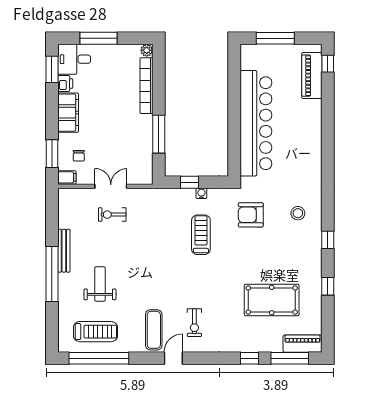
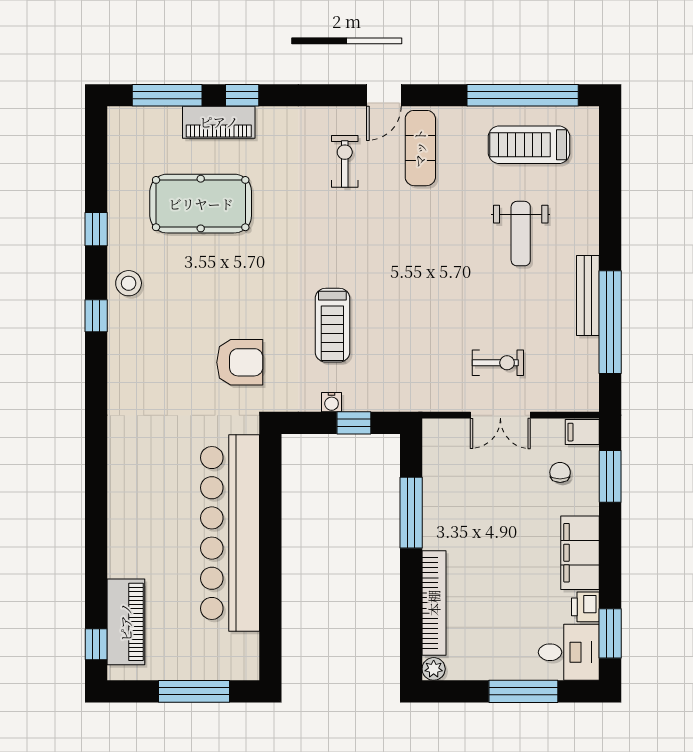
stool: (298, 213) -> (129, 283), moved
window: (52, 274) -> (610, 322), moved
piano: (303, 344) -> (219, 122), moved

